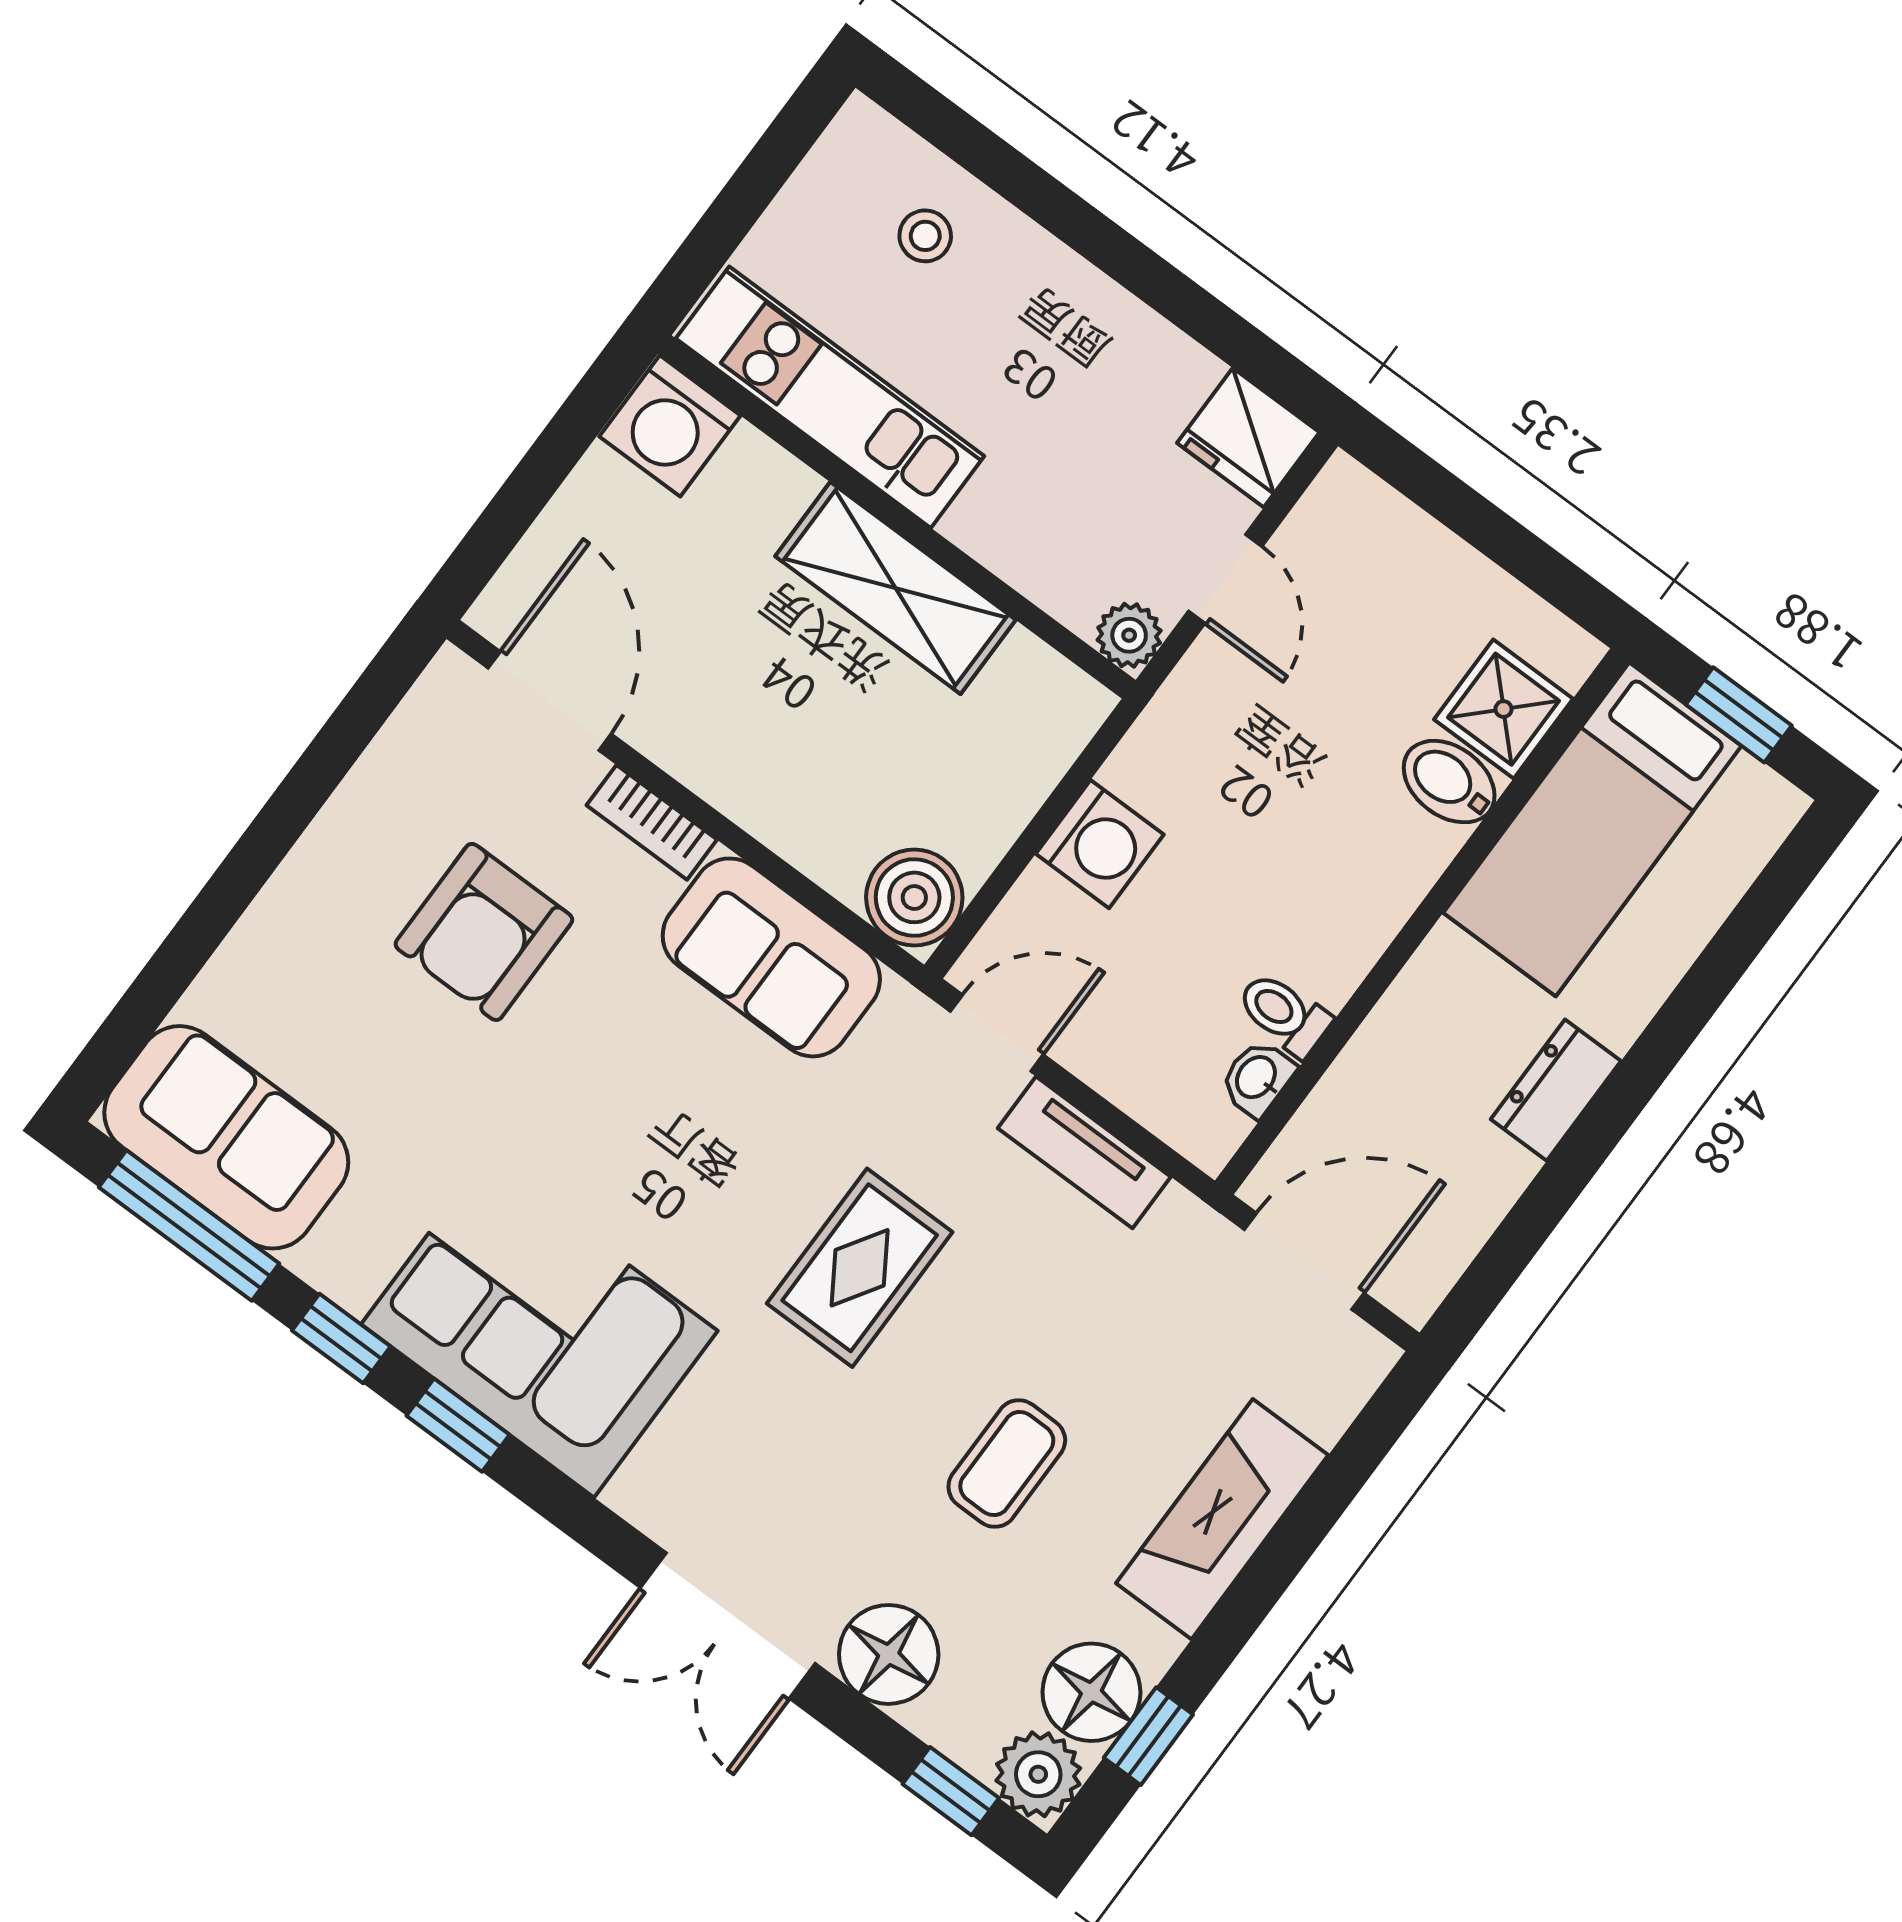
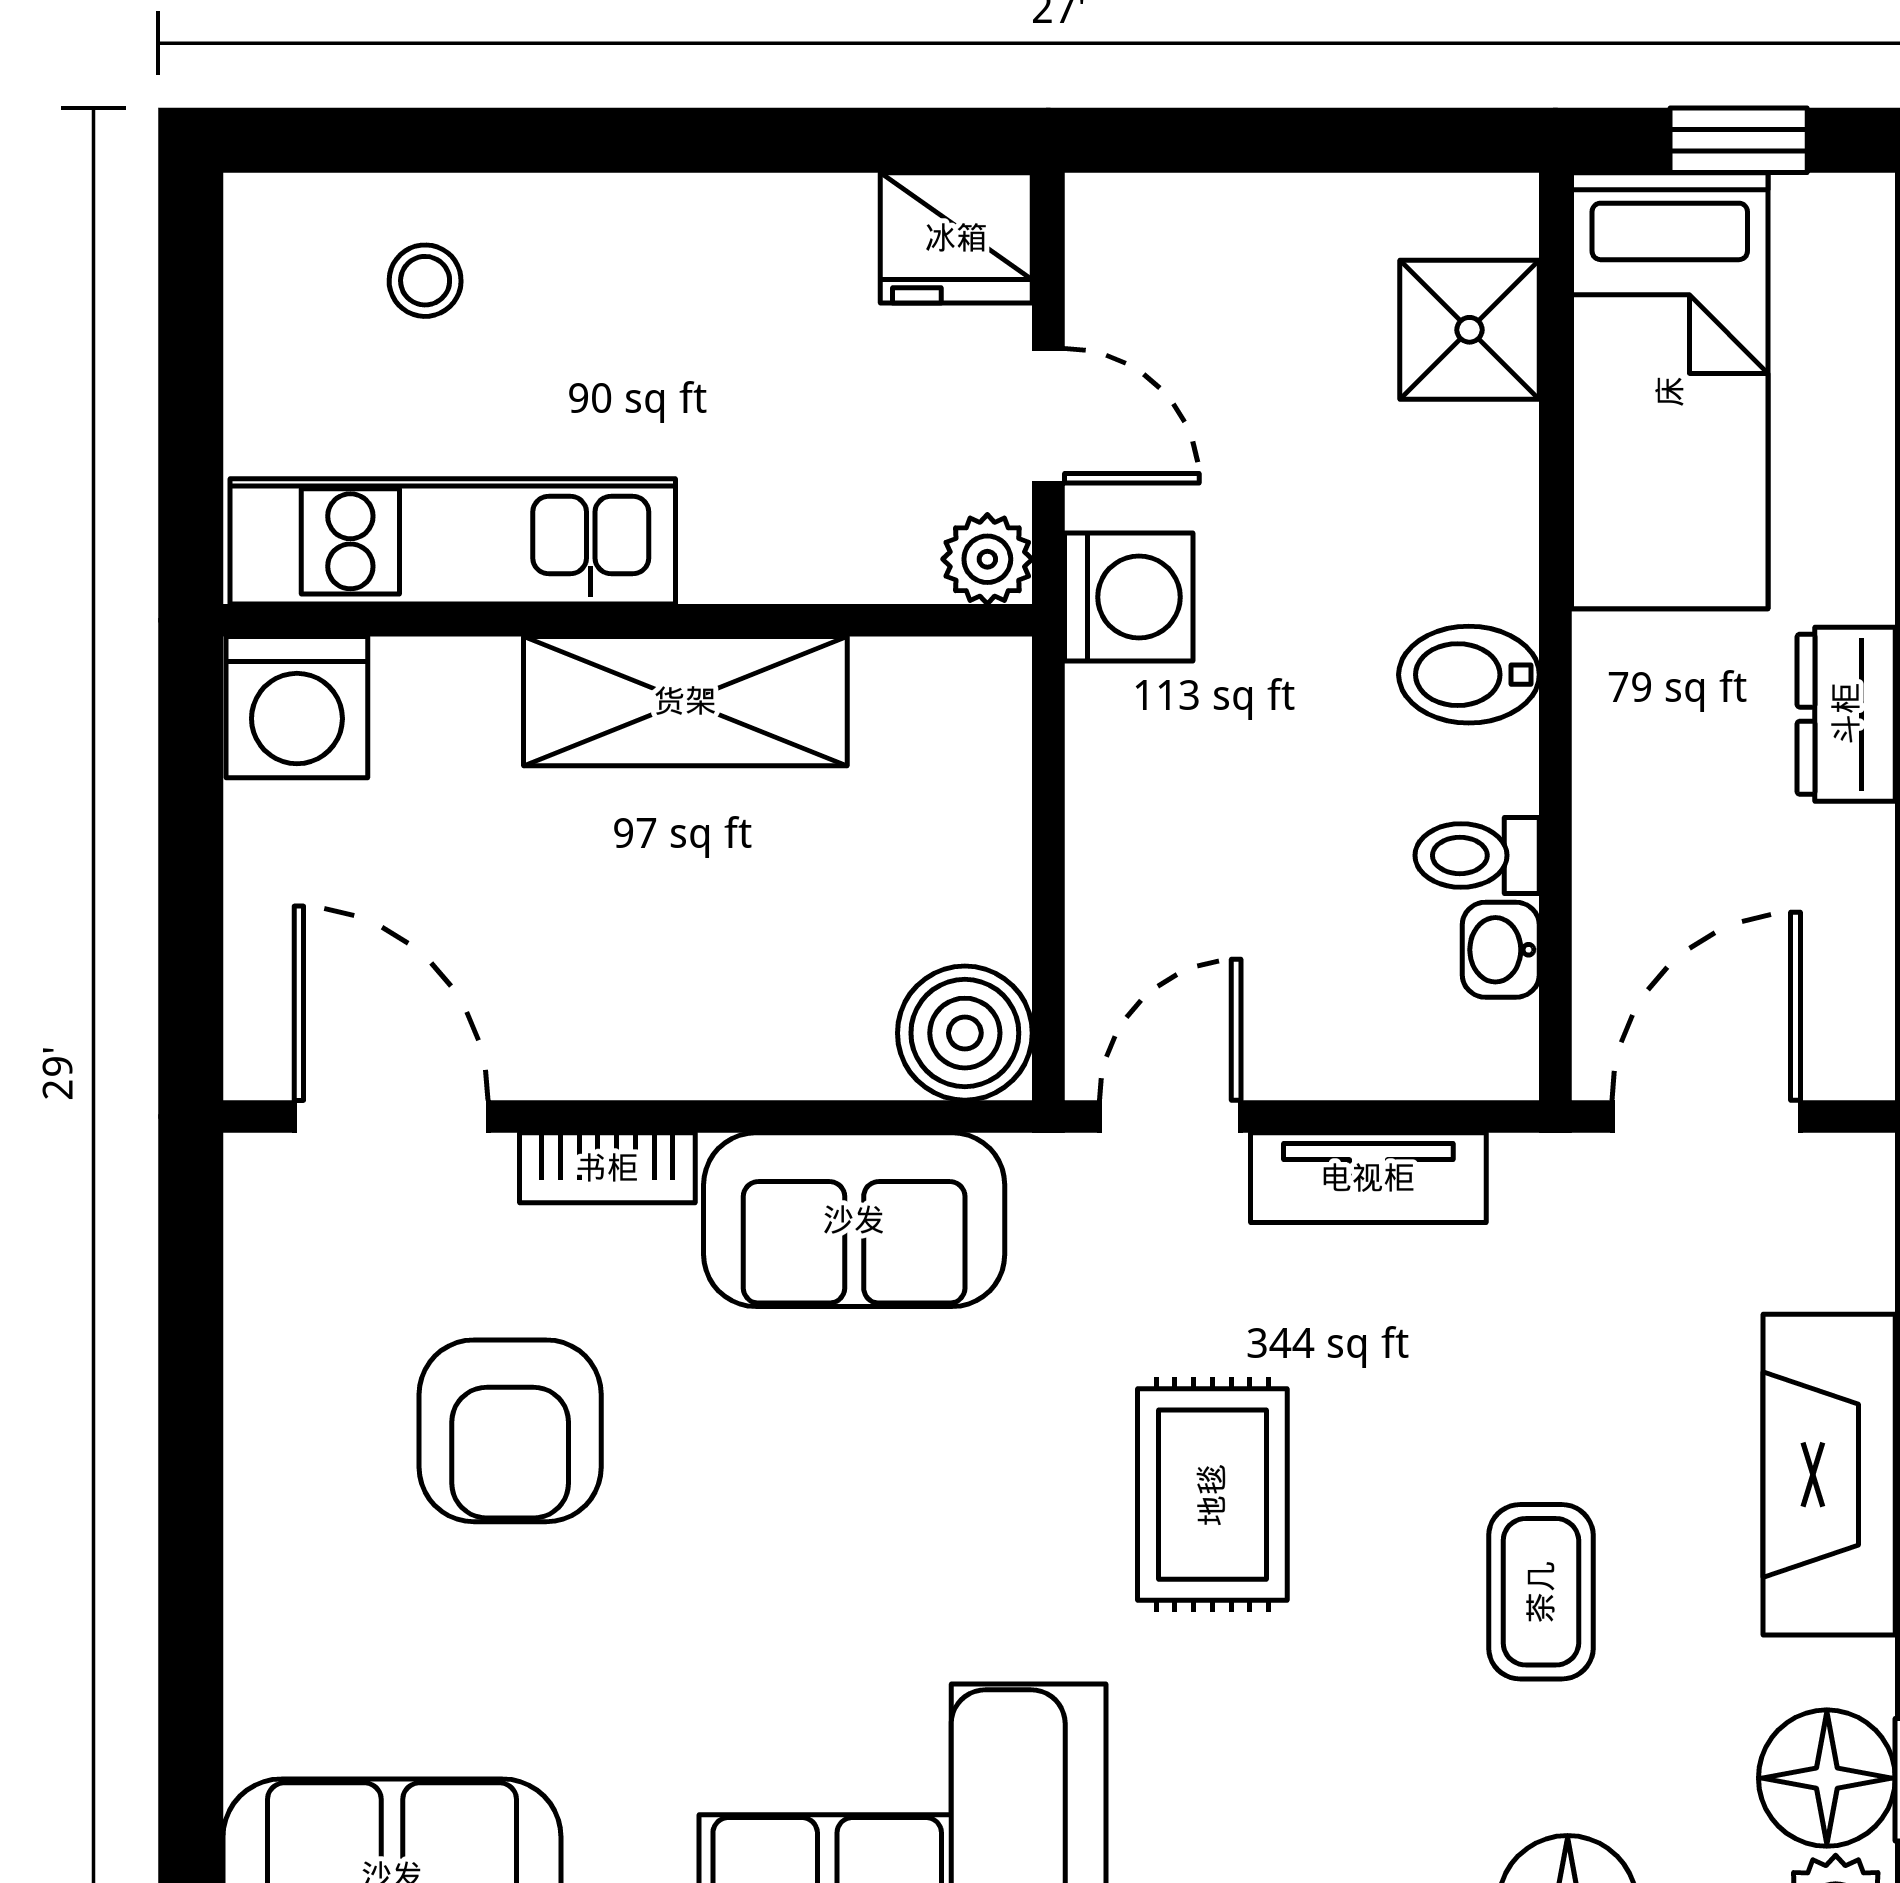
bidet: (1449, 782) -> (1469, 675), moved
washing machine: (1100, 844) -> (1129, 597), moved

